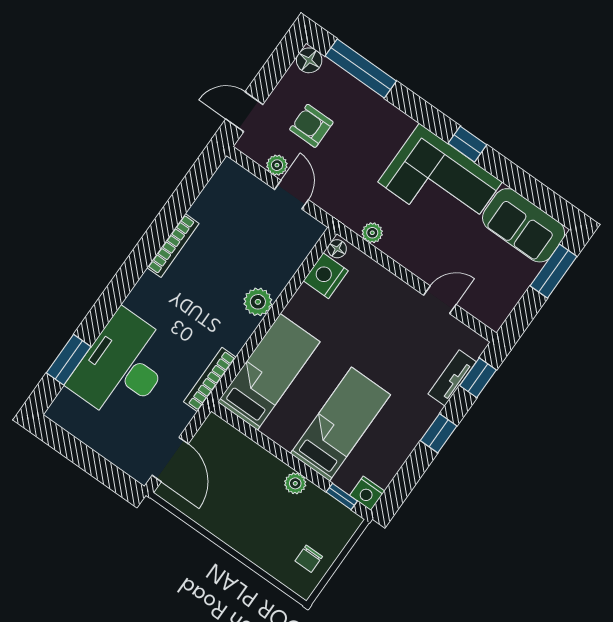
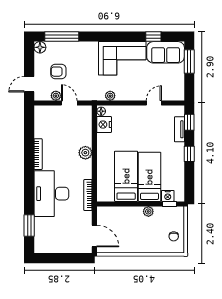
window: (467, 144) -> (153, 37), moved
desk: (123, 366) -> (51, 194), moved
bed: (269, 372) -> (126, 176), moved
nightstand: (367, 493) -> (168, 196), moved

